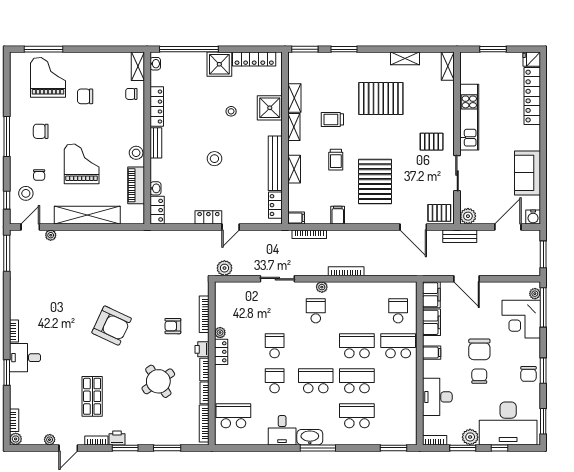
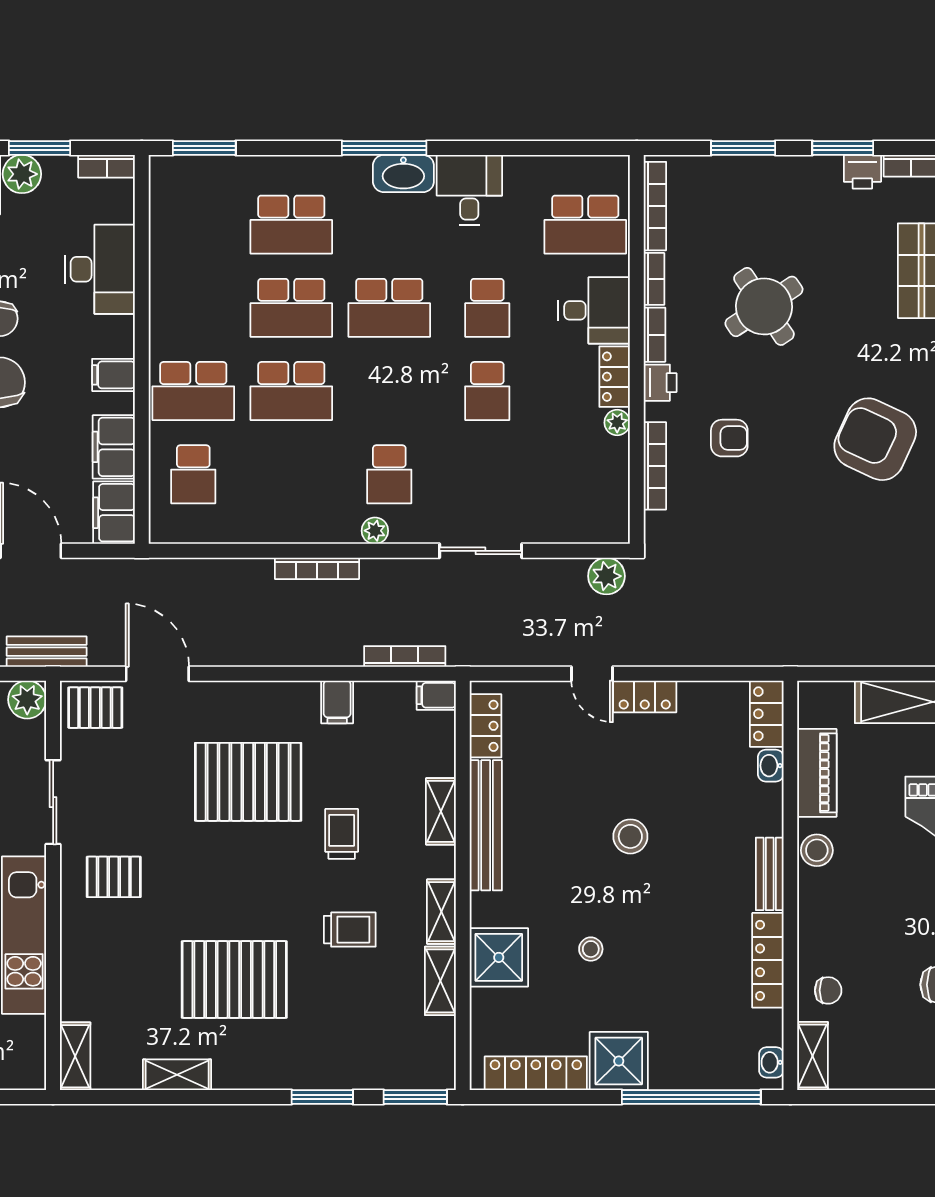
pallet: (375, 182) -> (248, 782), turned 90
door: (231, 227) -> (592, 674), swing flipped
desk: (230, 380) -> (594, 310), added

